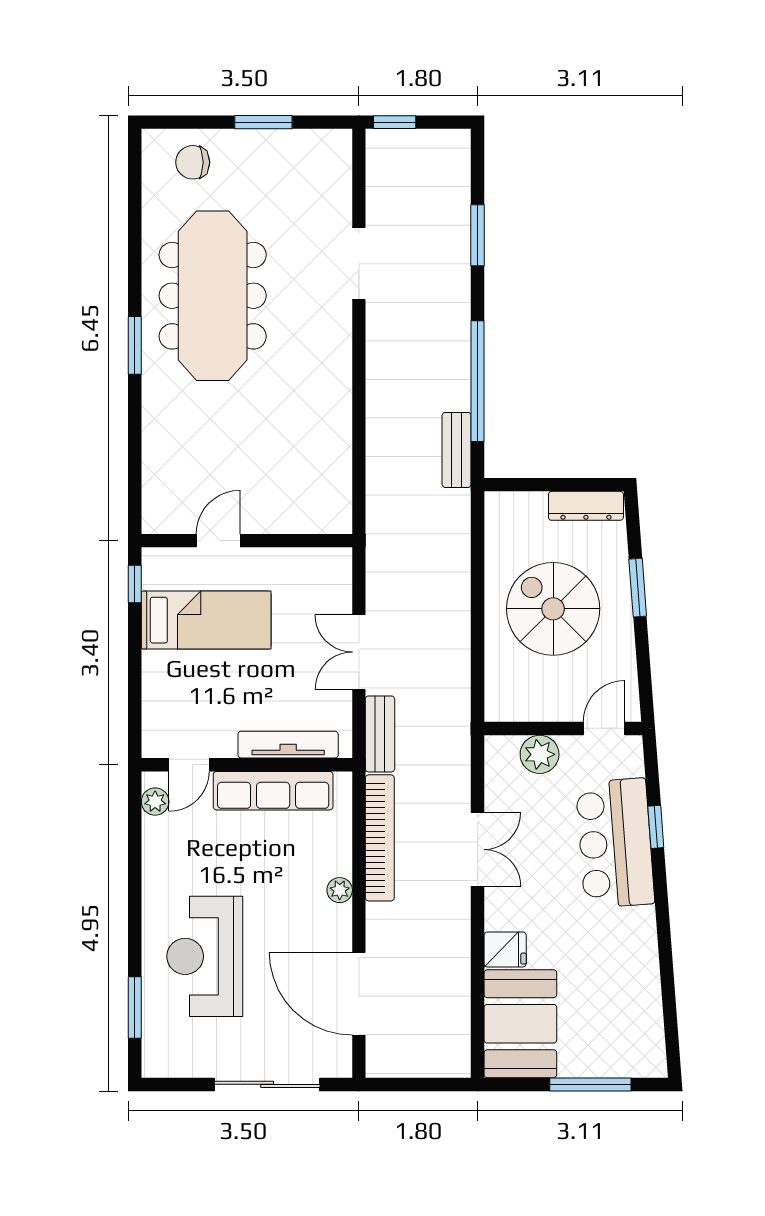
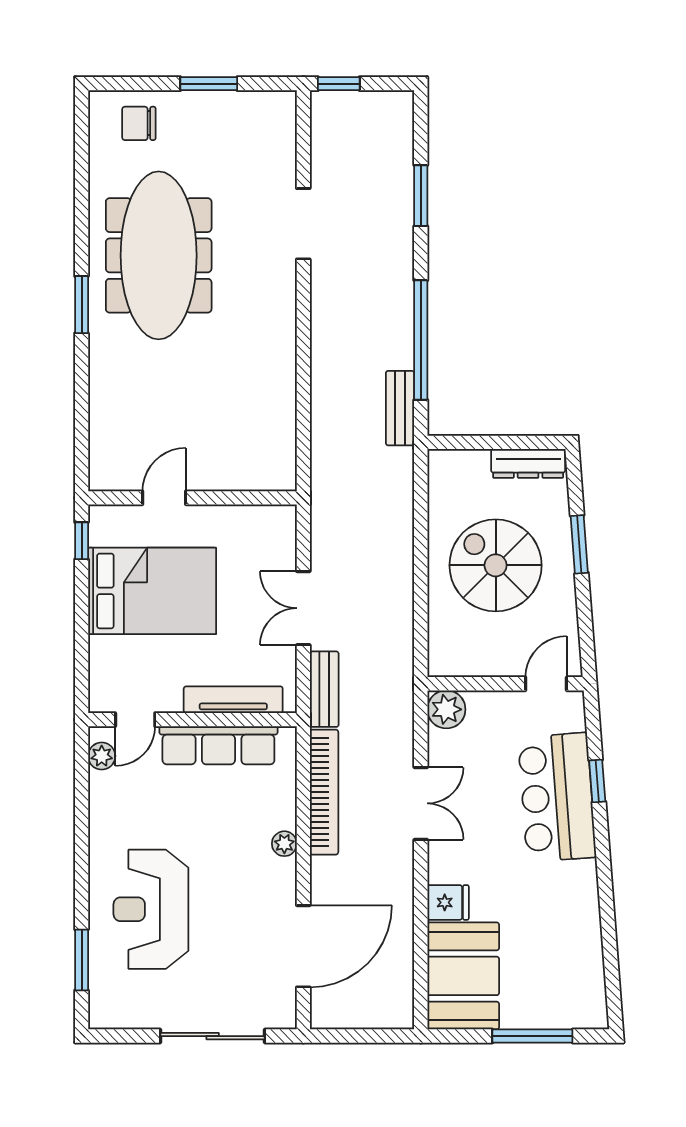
bed: (206, 620) -> (152, 591), width x1.50
plant: (540, 754) -> (446, 709), moved
door: (359, 994) -> (303, 946), swing flipped

